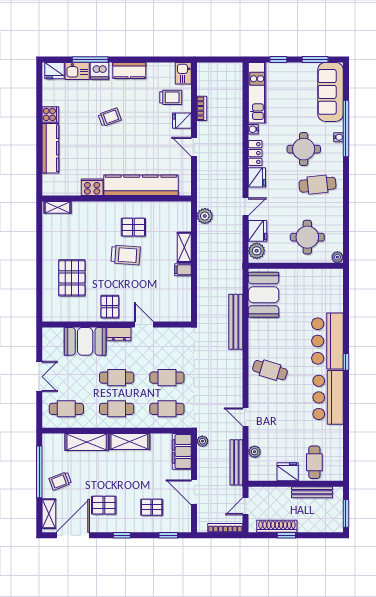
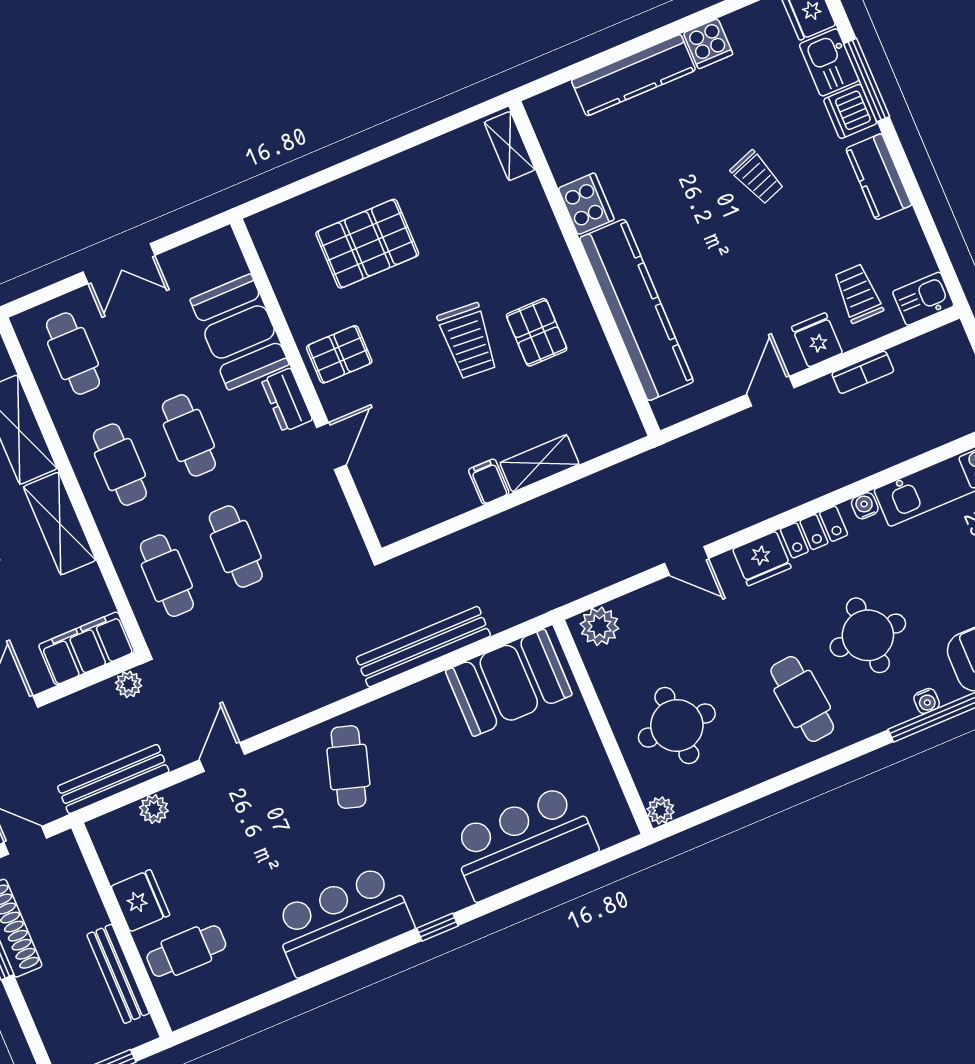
trolley: (171, 97) -> (858, 293), turned 180
plant: (205, 216) -> (628, 479), removed
fridge: (258, 231) -> (644, 610), removed
bar counter: (327, 341) -> (523, 843), moved

